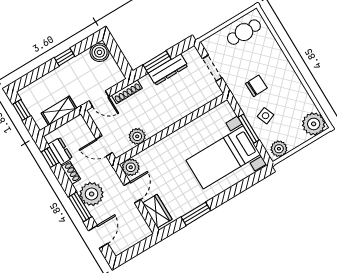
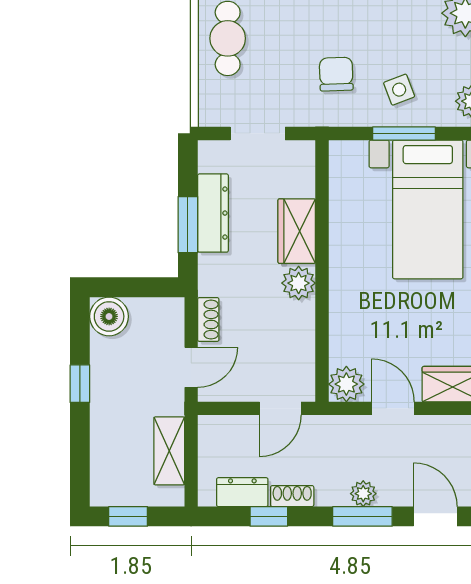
shoe rack: (127, 92) -> (208, 319), width x0.70
wardrobe: (182, 109) -> (297, 231), added
plant: (137, 136) -> (299, 283), moved
window: (50, 157) -> (269, 516), moved
plant: (92, 194) -> (363, 494), width x0.53, depth x0.53

